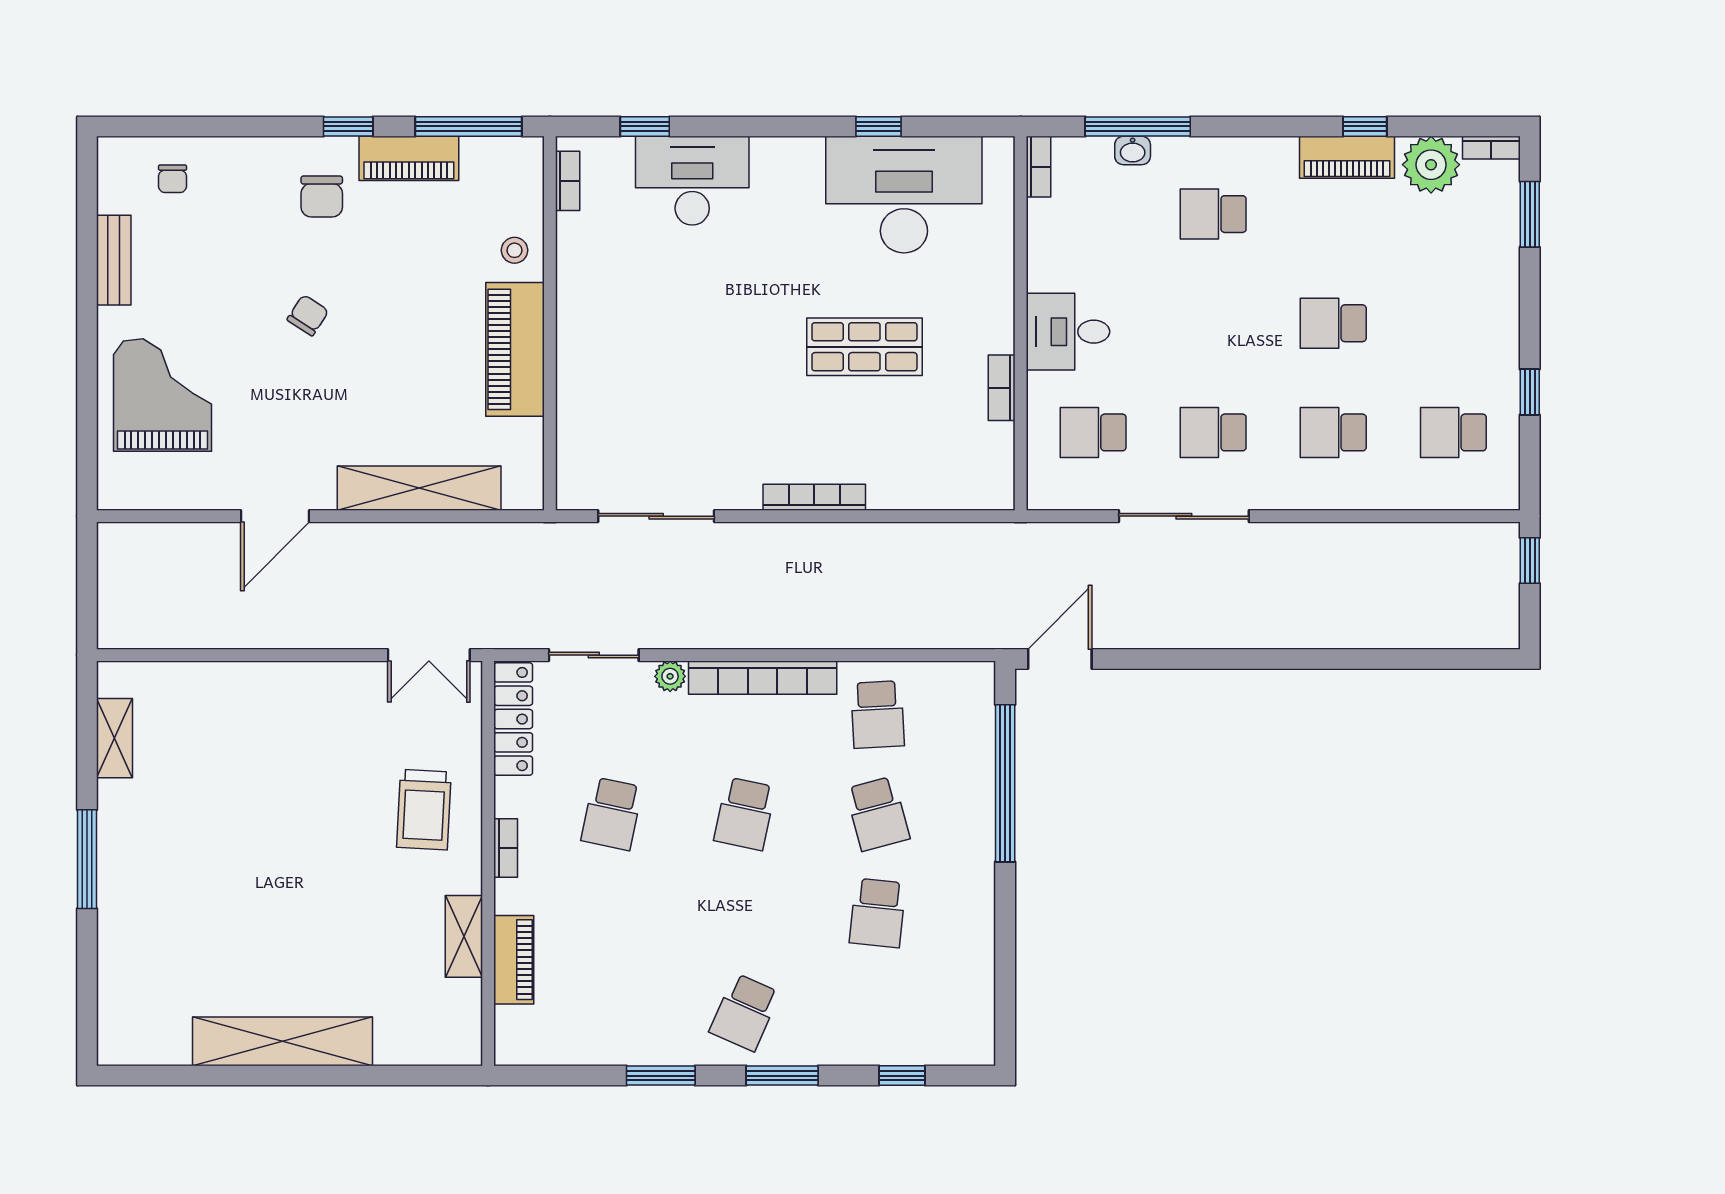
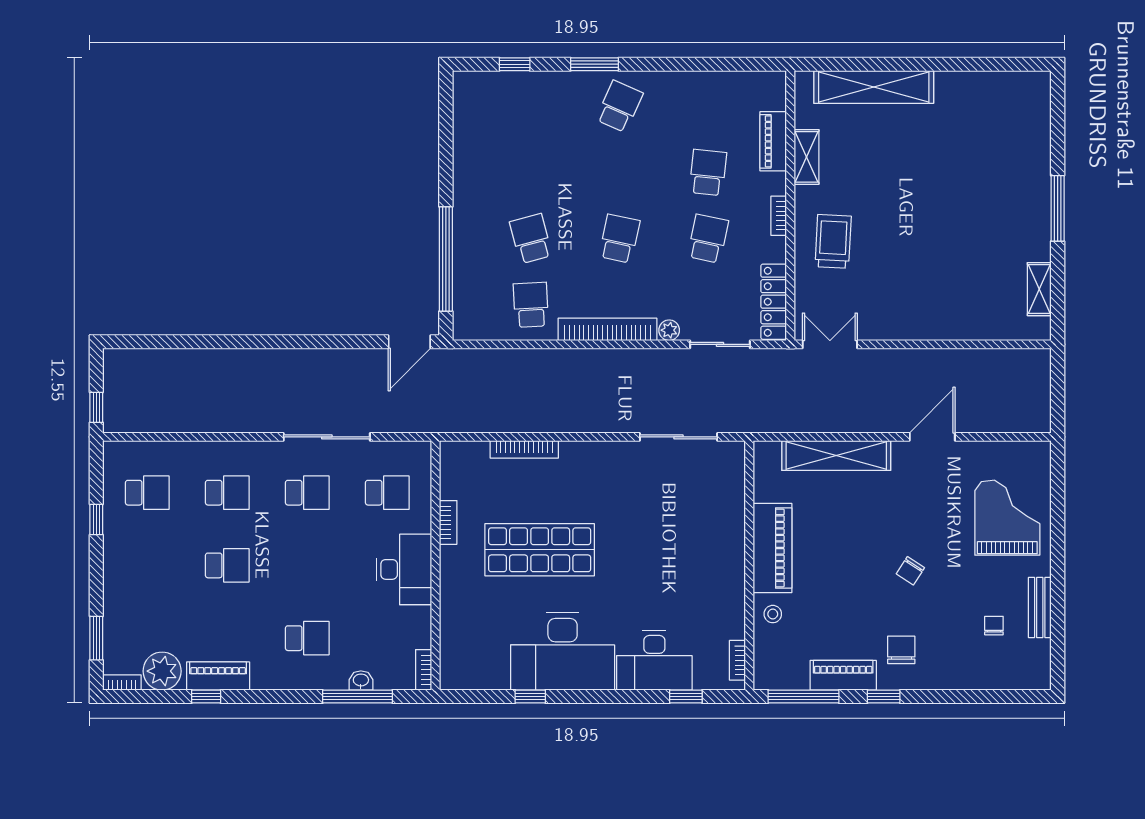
chair: (173, 179) -> (994, 626), moved
desk: (904, 195) -> (563, 651), moved
desk: (1068, 332) -> (404, 569), width x1.37
shop shelf: (864, 347) -> (540, 550), width x1.43, depth x1.36
grand piano: (163, 395) -> (1007, 518), turned 180
bookcase: (814, 497) -> (524, 449), moved
school desk: (878, 913) -> (708, 172), moved
shelving: (282, 1041) -> (874, 87), moved
window: (661, 1076) -> (675, 64), removed

